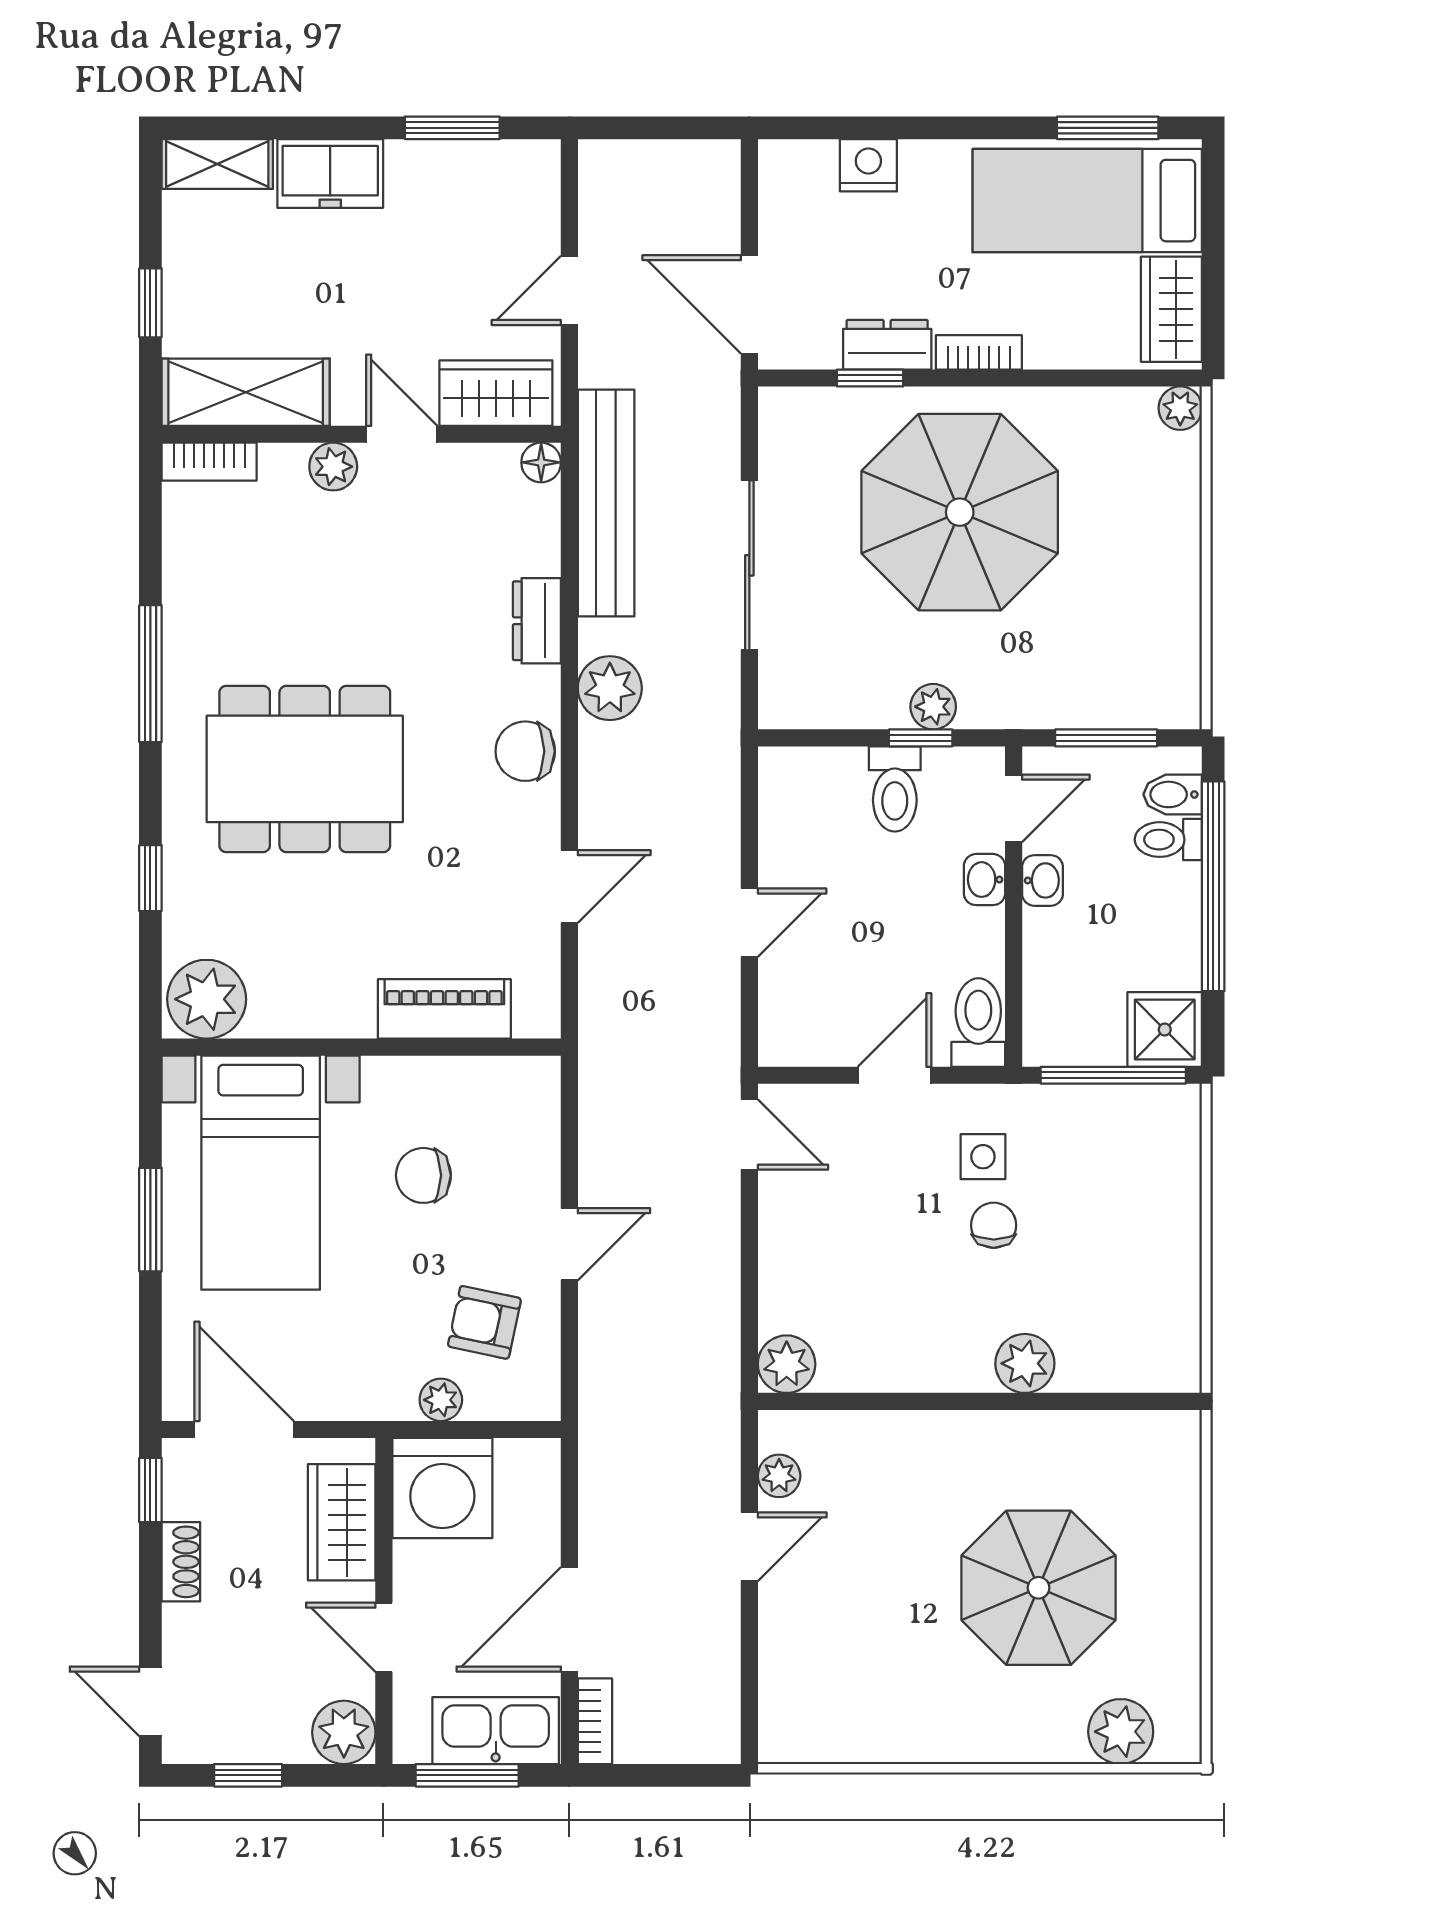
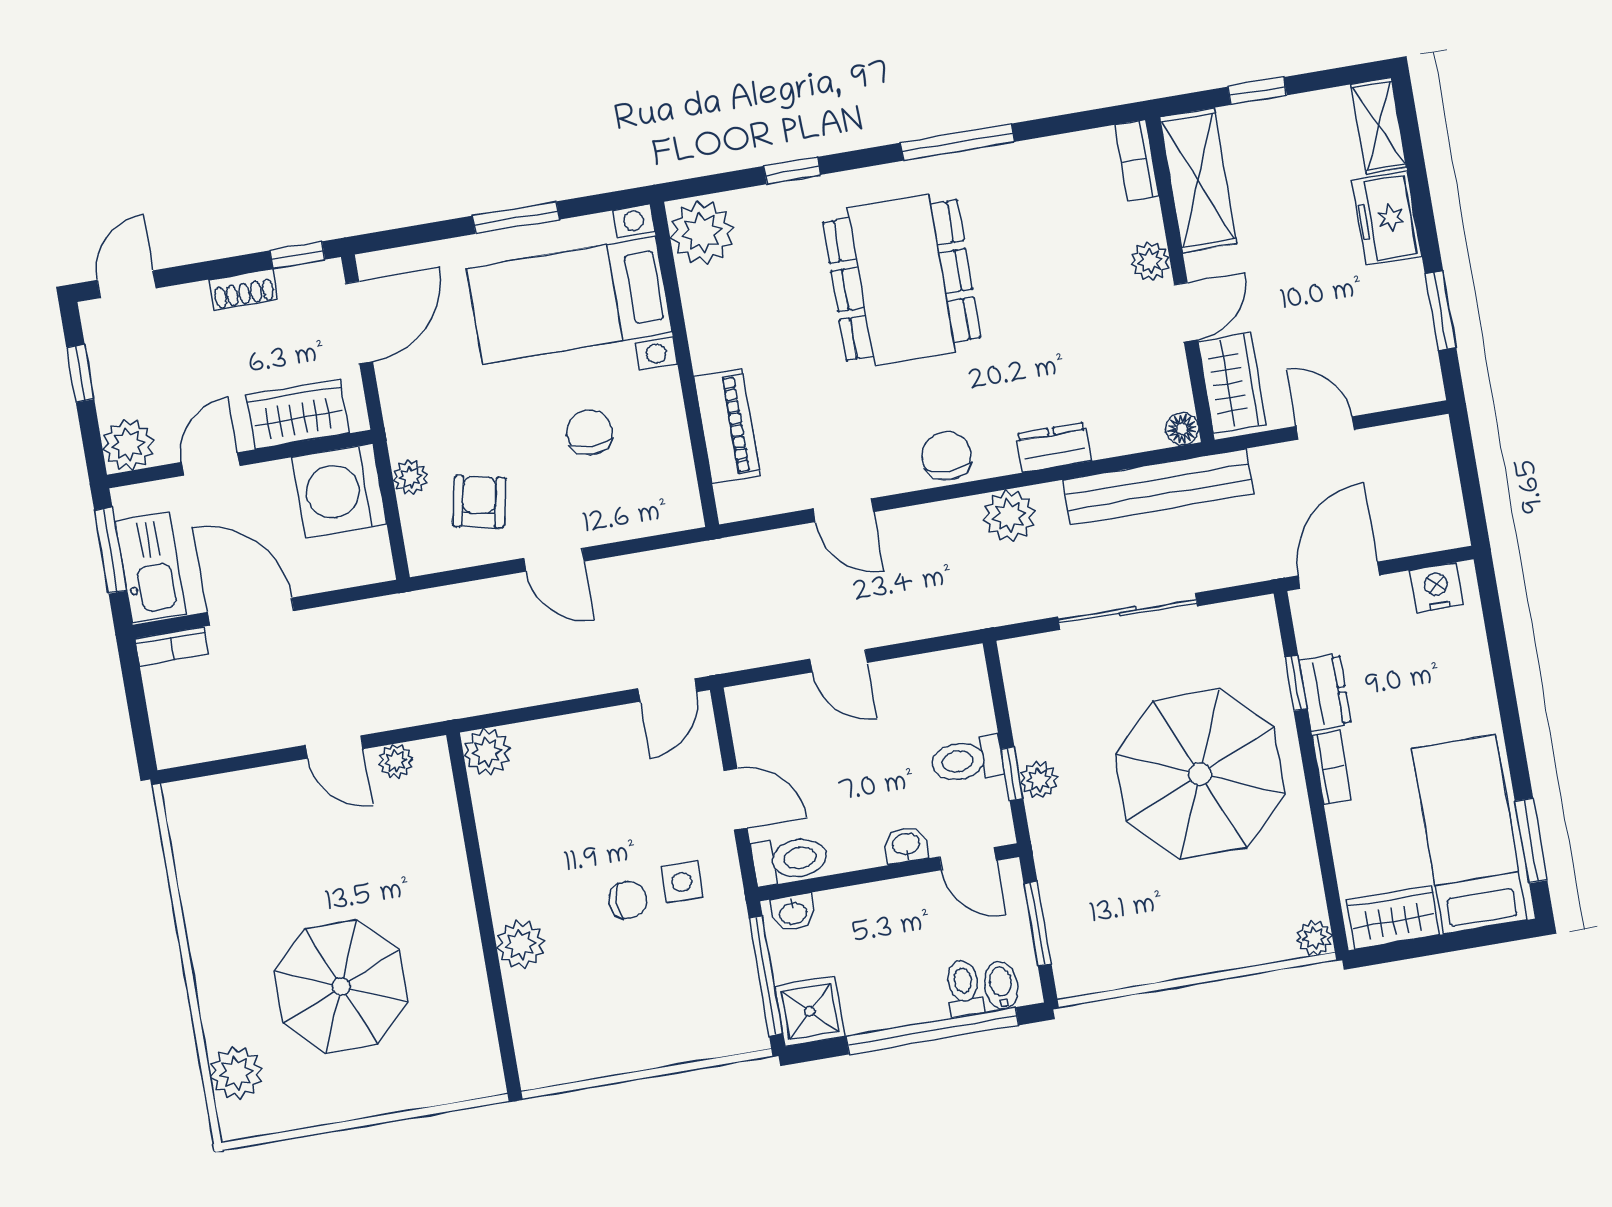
nightstand: (868, 165) -> (1436, 587), moved, turned -90
washbasin: (1043, 880) -> (793, 913), moved

